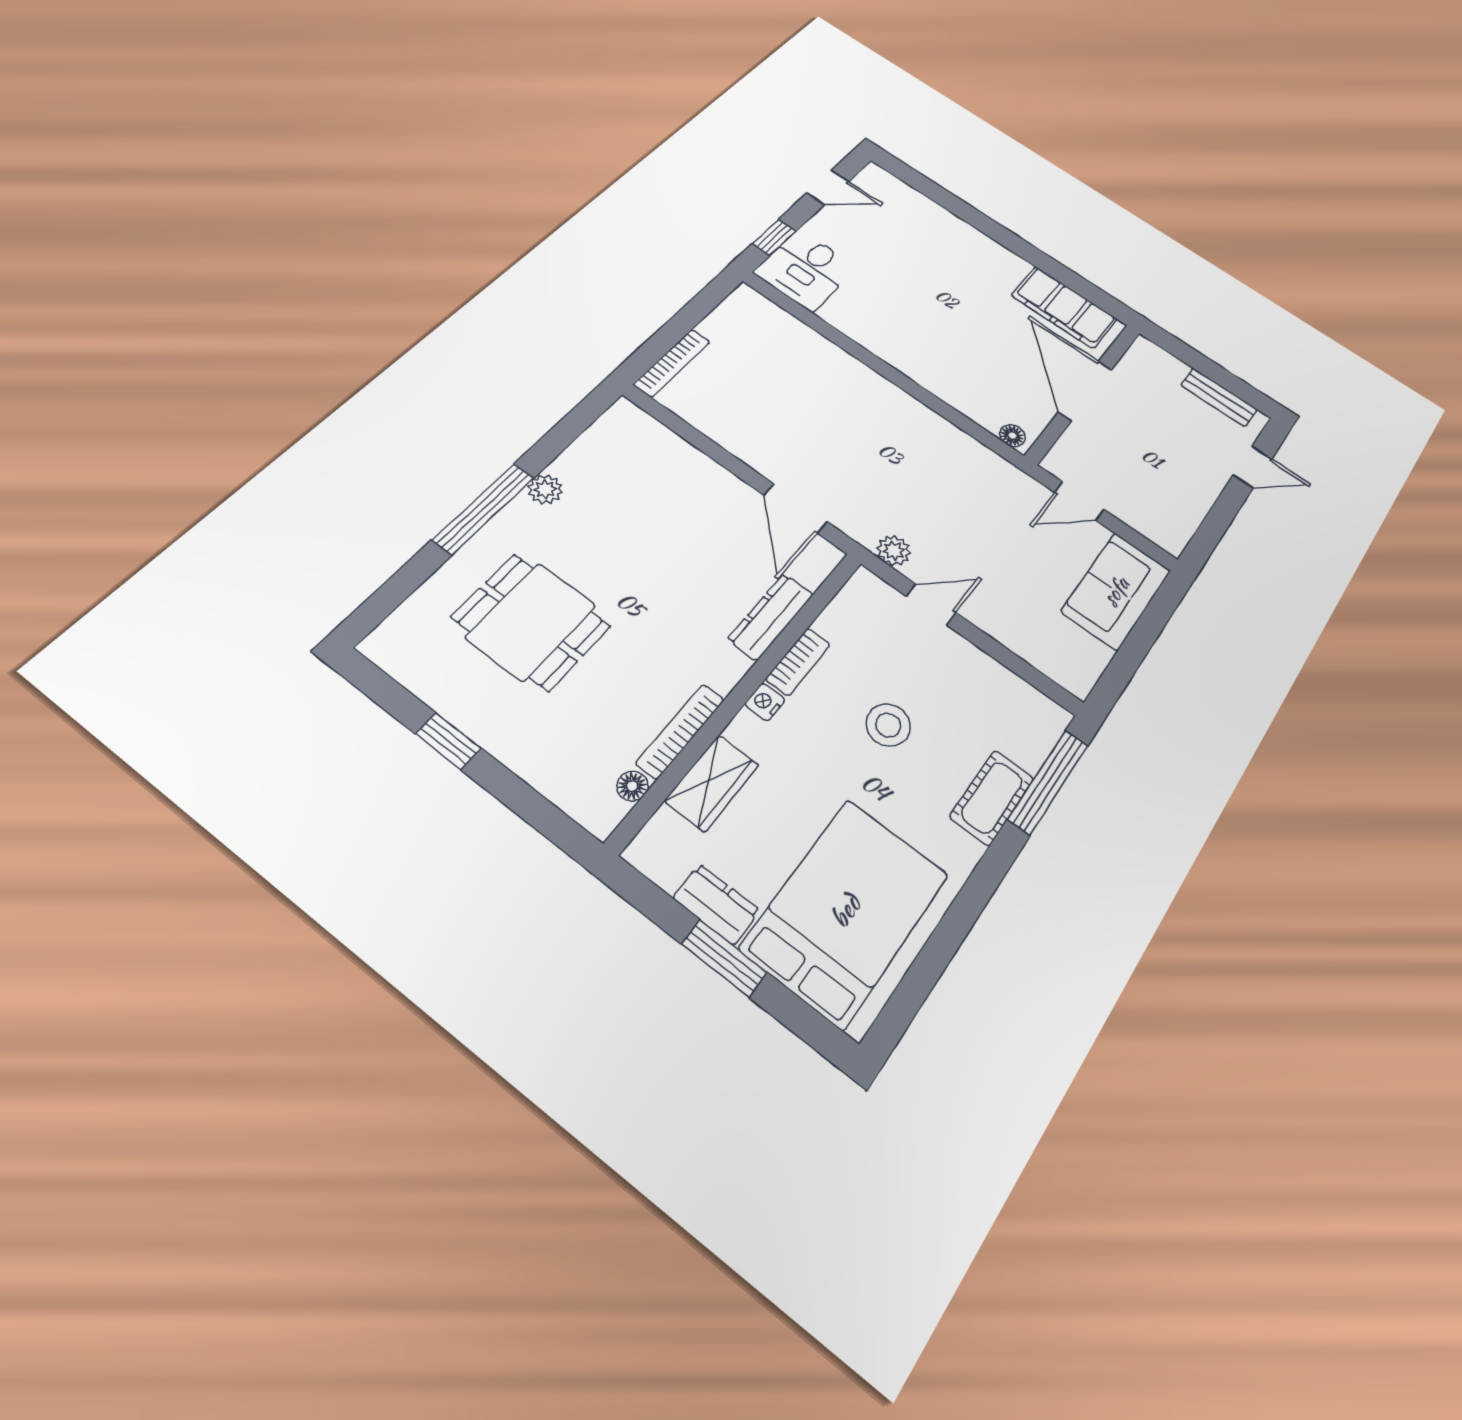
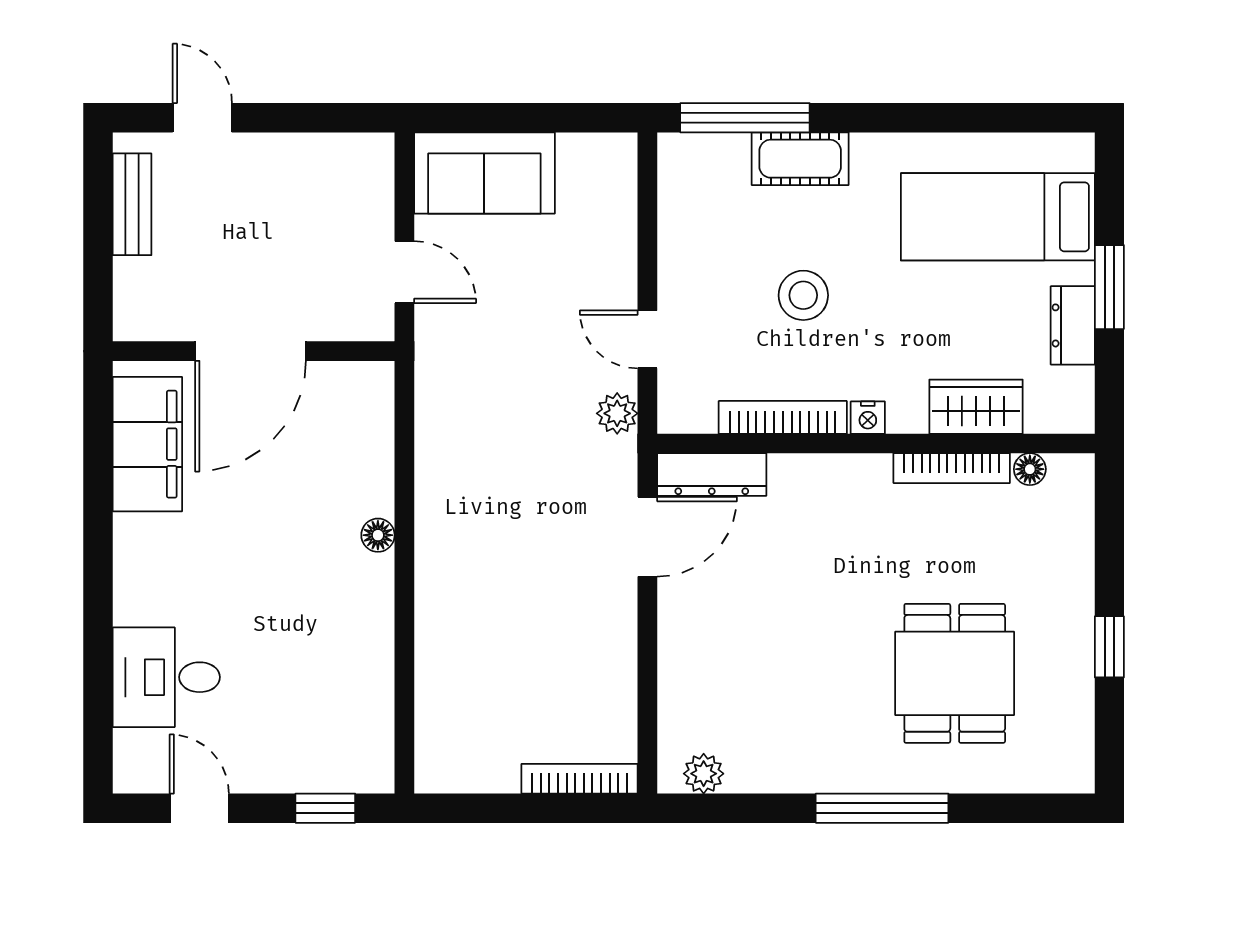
desk: (806, 270) -> (166, 677), moved, turned 180
floor lamp: (1012, 436) -> (378, 535), moved
plant: (545, 489) -> (704, 774), moved
dresser: (771, 617) -> (712, 475), moved
bookcase: (798, 662) -> (783, 417), width x1.56
bed: (846, 911) -> (998, 217), width x0.67

